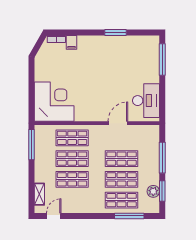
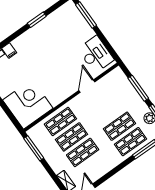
shop shelf: (122, 159) -> (108, 111), removed

